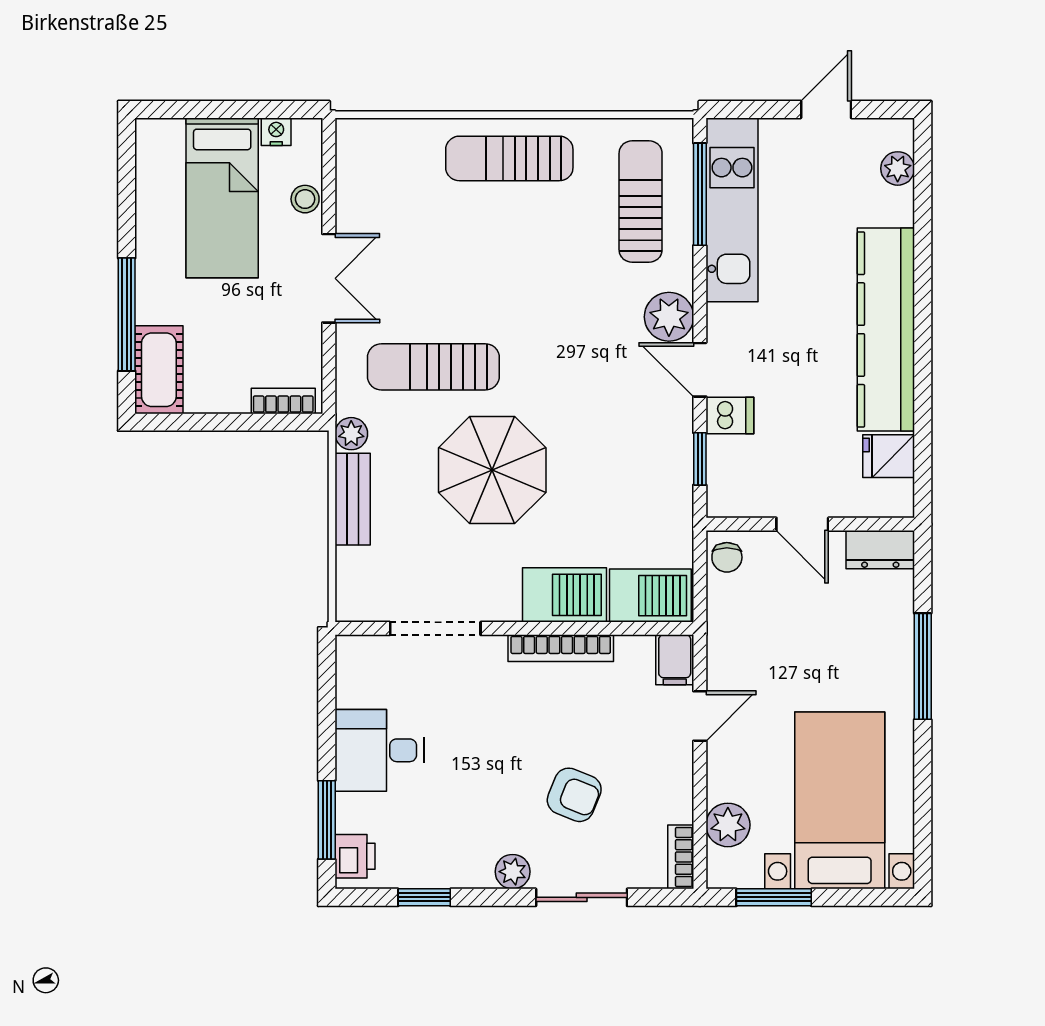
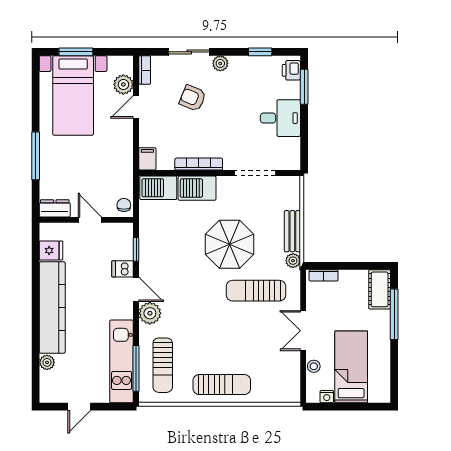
plant: (898, 168) -> (47, 362), moved
sun lounger: (433, 367) -> (256, 291), turned 180
door: (700, 716) -> (136, 107), moved
window: (774, 897) -> (76, 52), moved

